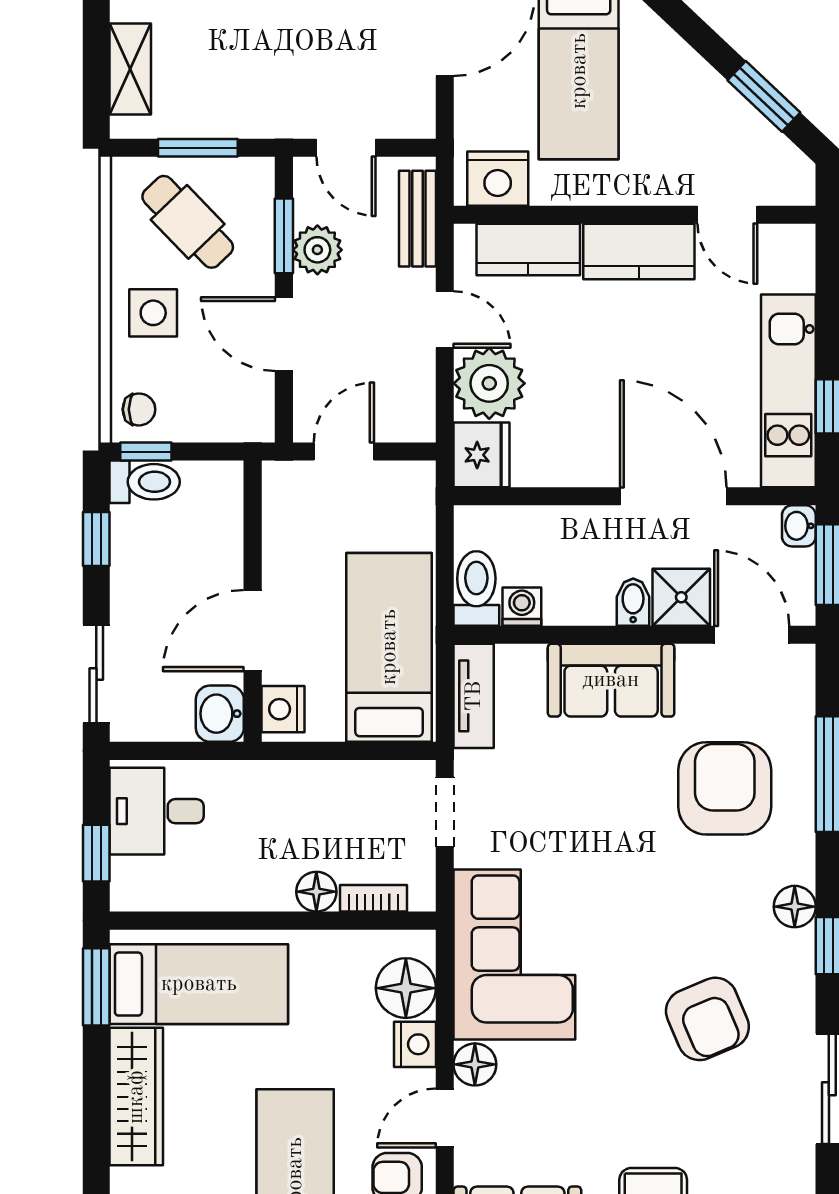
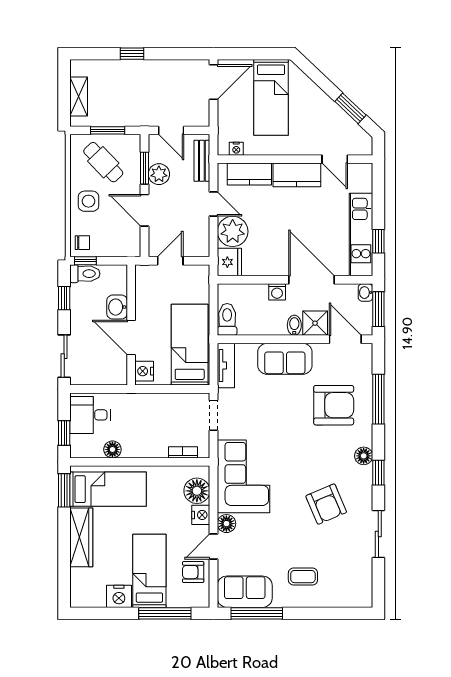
nightstand: (498, 179) -> (236, 149), width x0.53, depth x0.56
washing machine: (522, 607) -> (277, 292), moved, turned 180
door: (253, 631) -> (131, 337), hinge flipped
washbasin: (220, 714) -> (117, 307), moved
armchair: (725, 788) -> (334, 405), turned 90
floor lamp: (316, 892) -> (112, 449), moved

